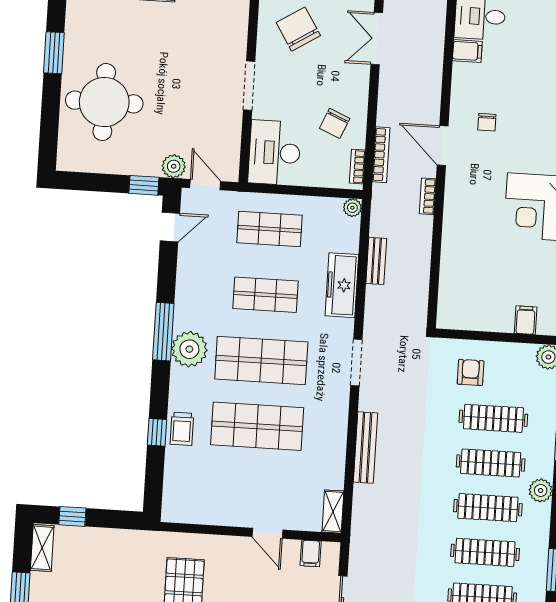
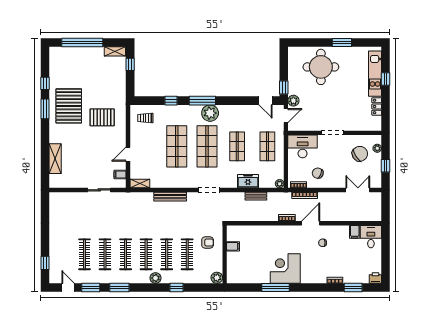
freezer: (342, 285) -> (248, 181), width x0.71
filing cabinet: (526, 320) -> (233, 246), moved
window: (163, 332) -> (202, 101), moved
trolley: (182, 429) -> (145, 118), moved

